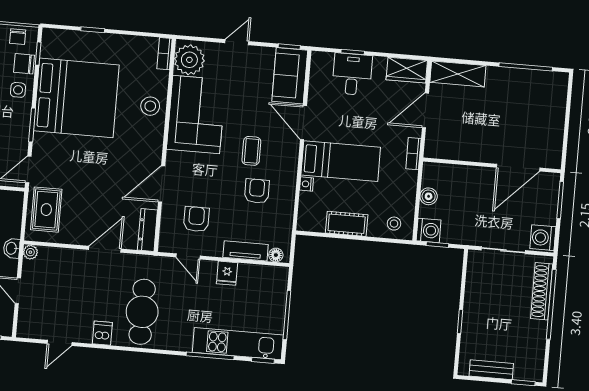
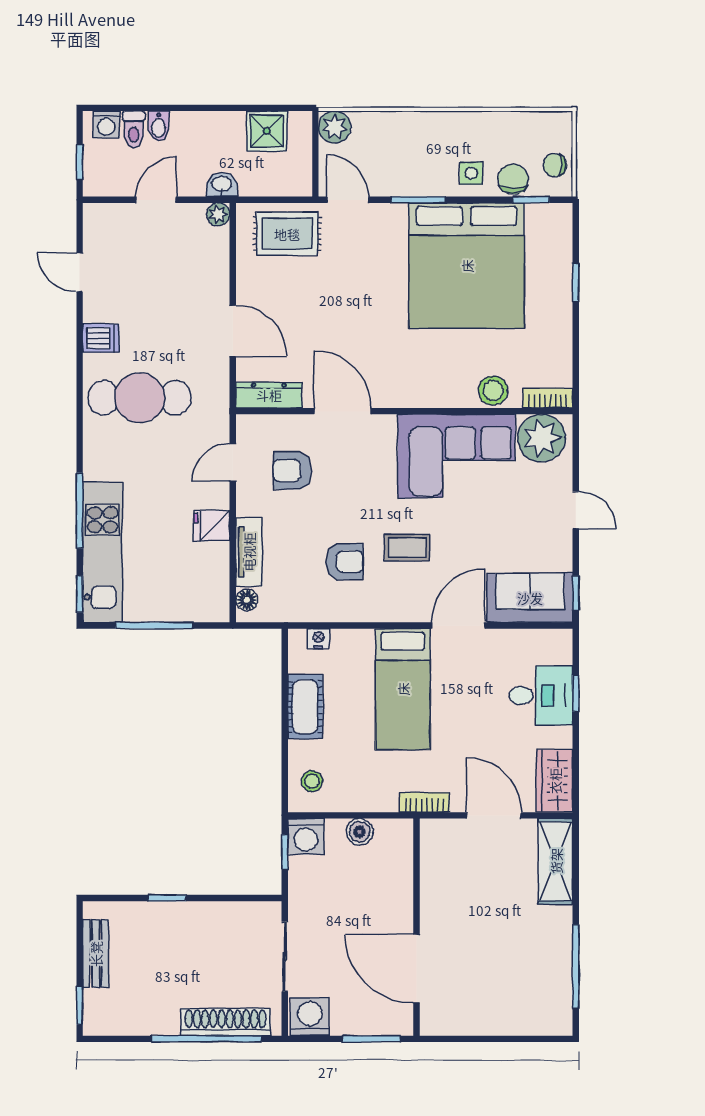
stool: (150, 106) -> (493, 391), moved
nightstand: (307, 184) -> (318, 639), moved
armchair: (196, 219) -> (292, 470), turned 180

